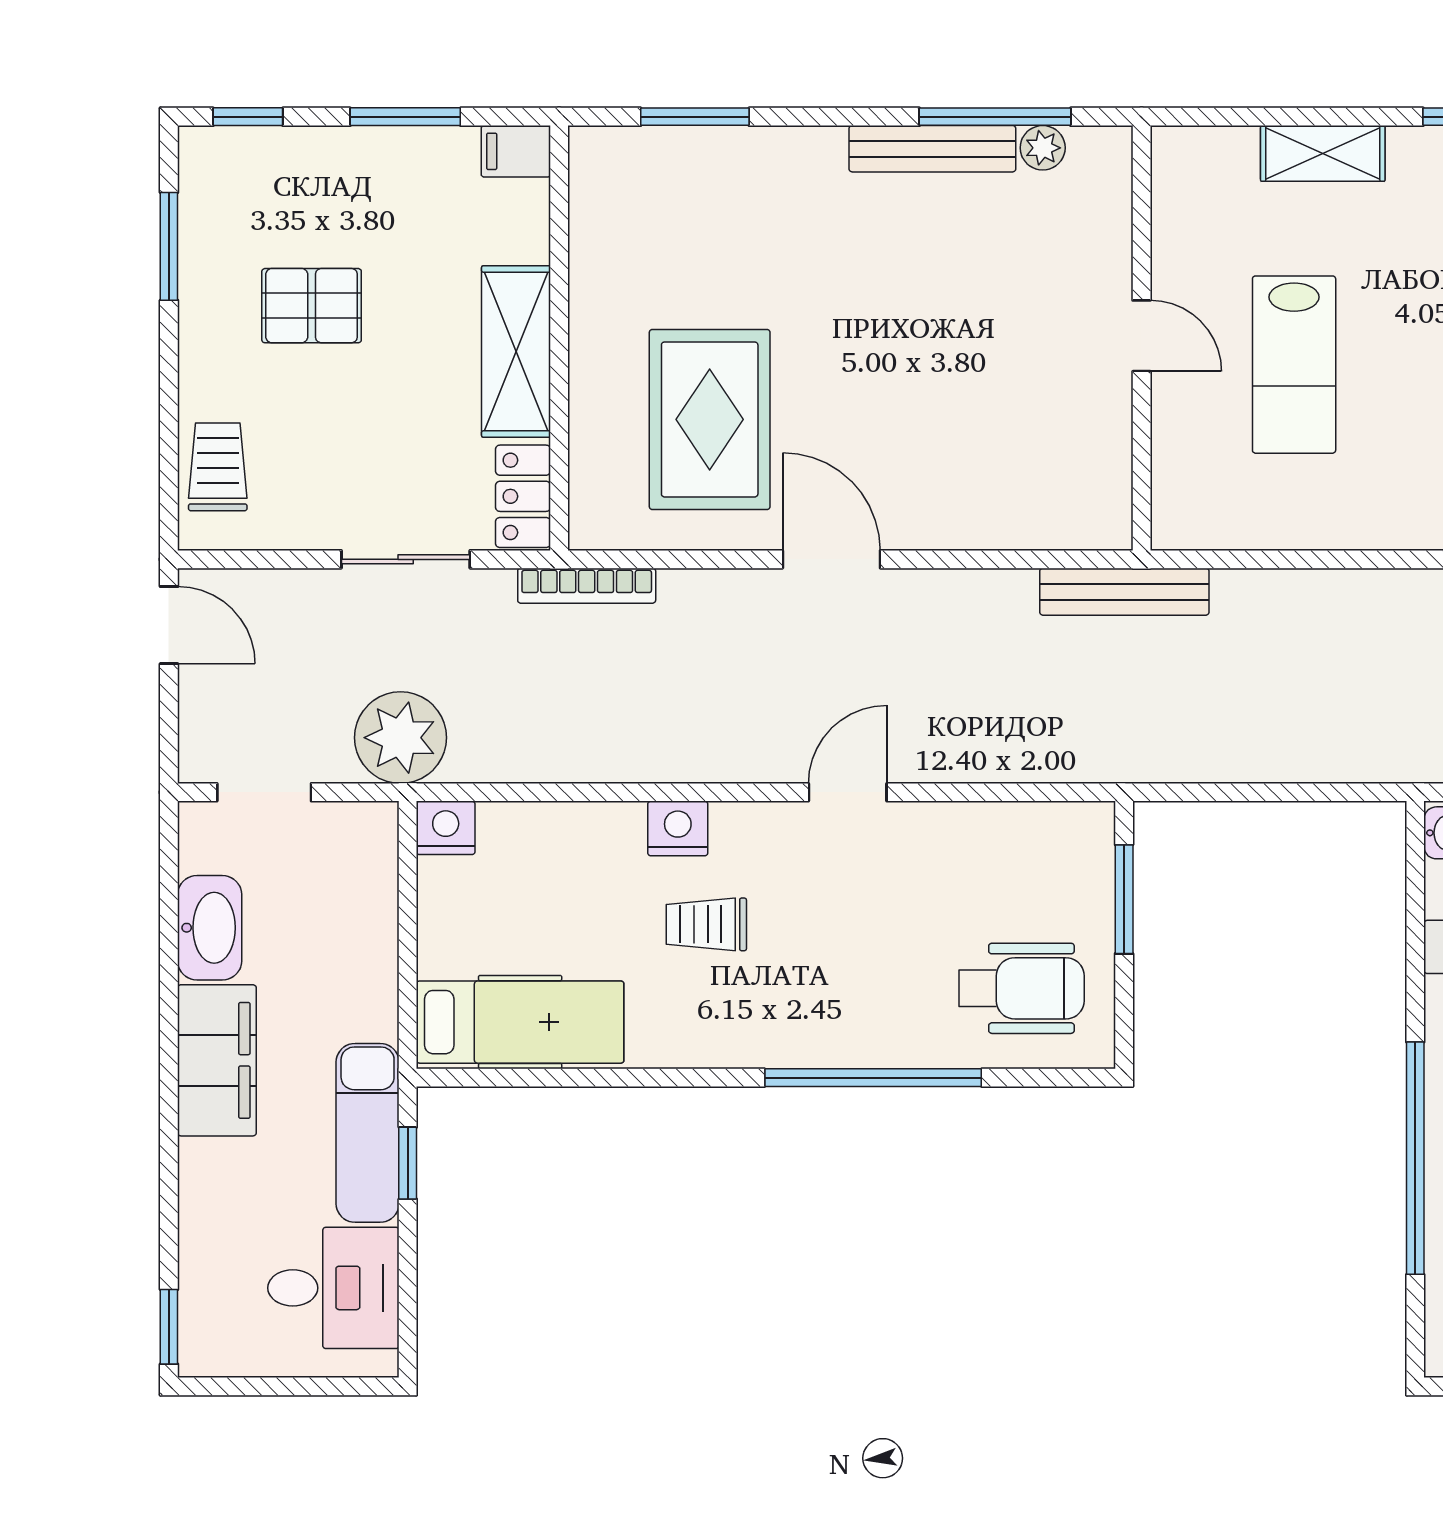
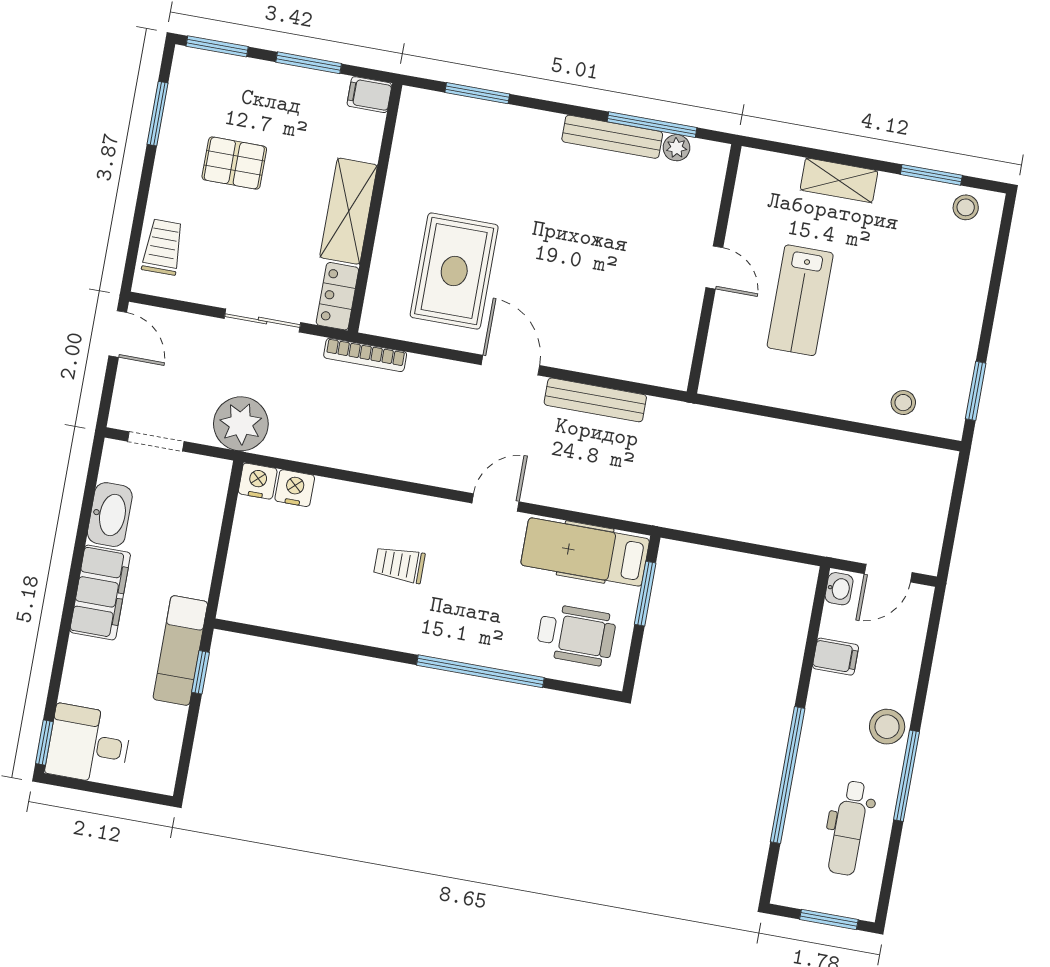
window: (248, 117) -> (217, 46), width x1.50
bench: (1124, 592) -> (595, 400), moved
nightstand: (678, 828) -> (295, 488), moved
hospital bed: (520, 1022) -> (585, 552), moved, turned 180
desk: (333, 1288) -> (89, 745), moved, turned 180

